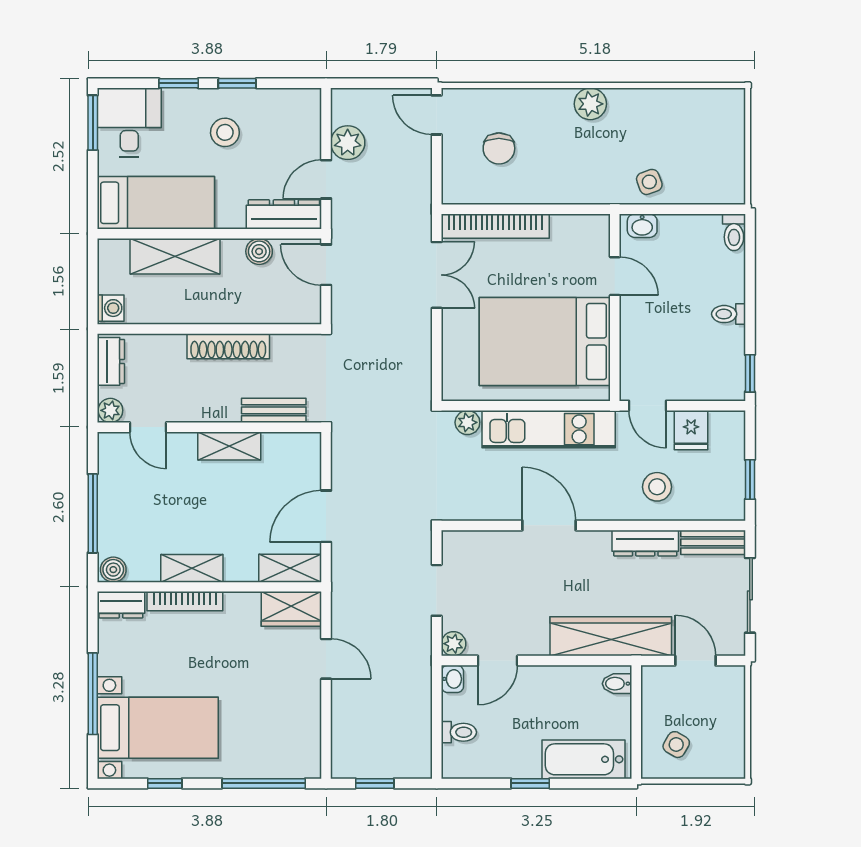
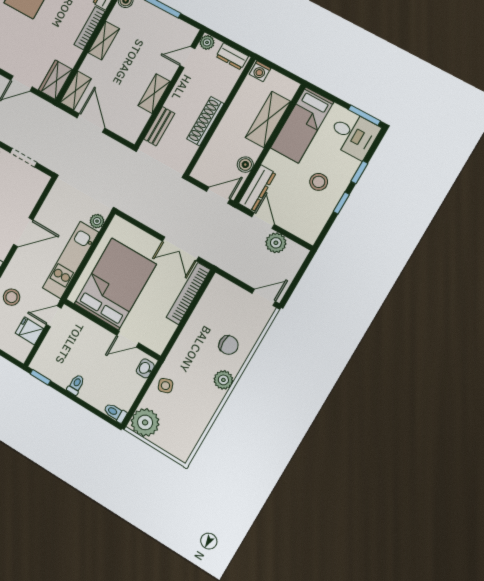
chair: (499, 148) -> (228, 345), moved, turned 180
plant: (721, 180) -> (145, 422), added

